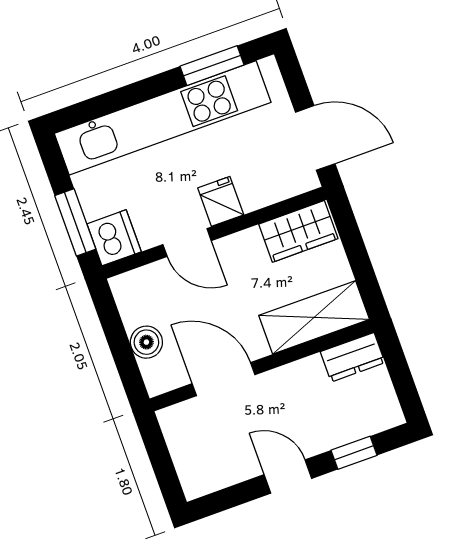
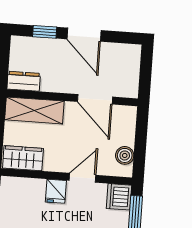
door: (187, 243) -> (83, 178), hinge flipped
boiler: (146, 342) -> (125, 155), moved
door: (288, 477) -> (84, 35), width x1.38

